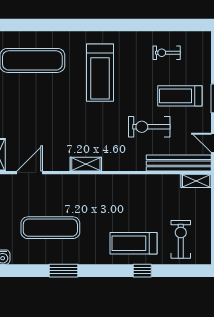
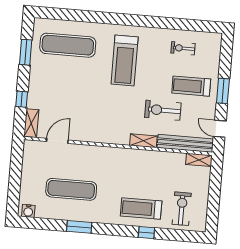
shelving: (86, 164) -> (143, 141), moved

